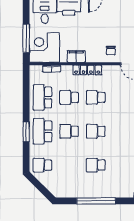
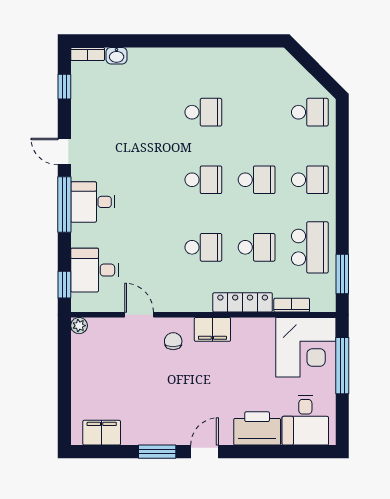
filing cabinet: (76, 56) -> (212, 329), moved
locker: (87, 70) -> (243, 302), moved
school desk: (42, 131) -> (310, 180), width x0.54
window: (26, 132) -> (342, 274), moved
window: (96, 201) -> (202, 41), removed

